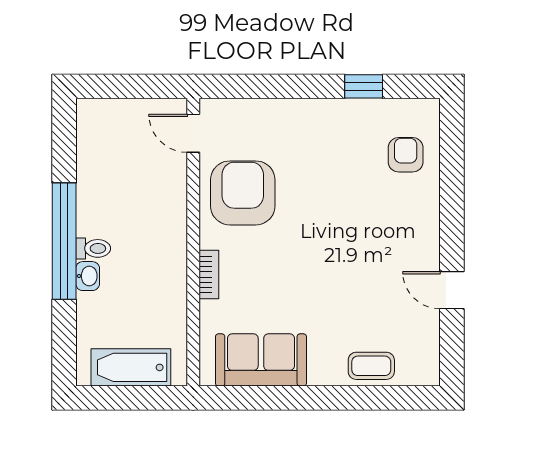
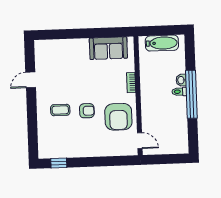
window: (364, 86) -> (59, 163), moved
armchair: (406, 155) -> (87, 111), moved, turned -90
door: (452, 290) -> (31, 80), swing flipped
coffee table: (371, 366) -> (60, 110), moved

